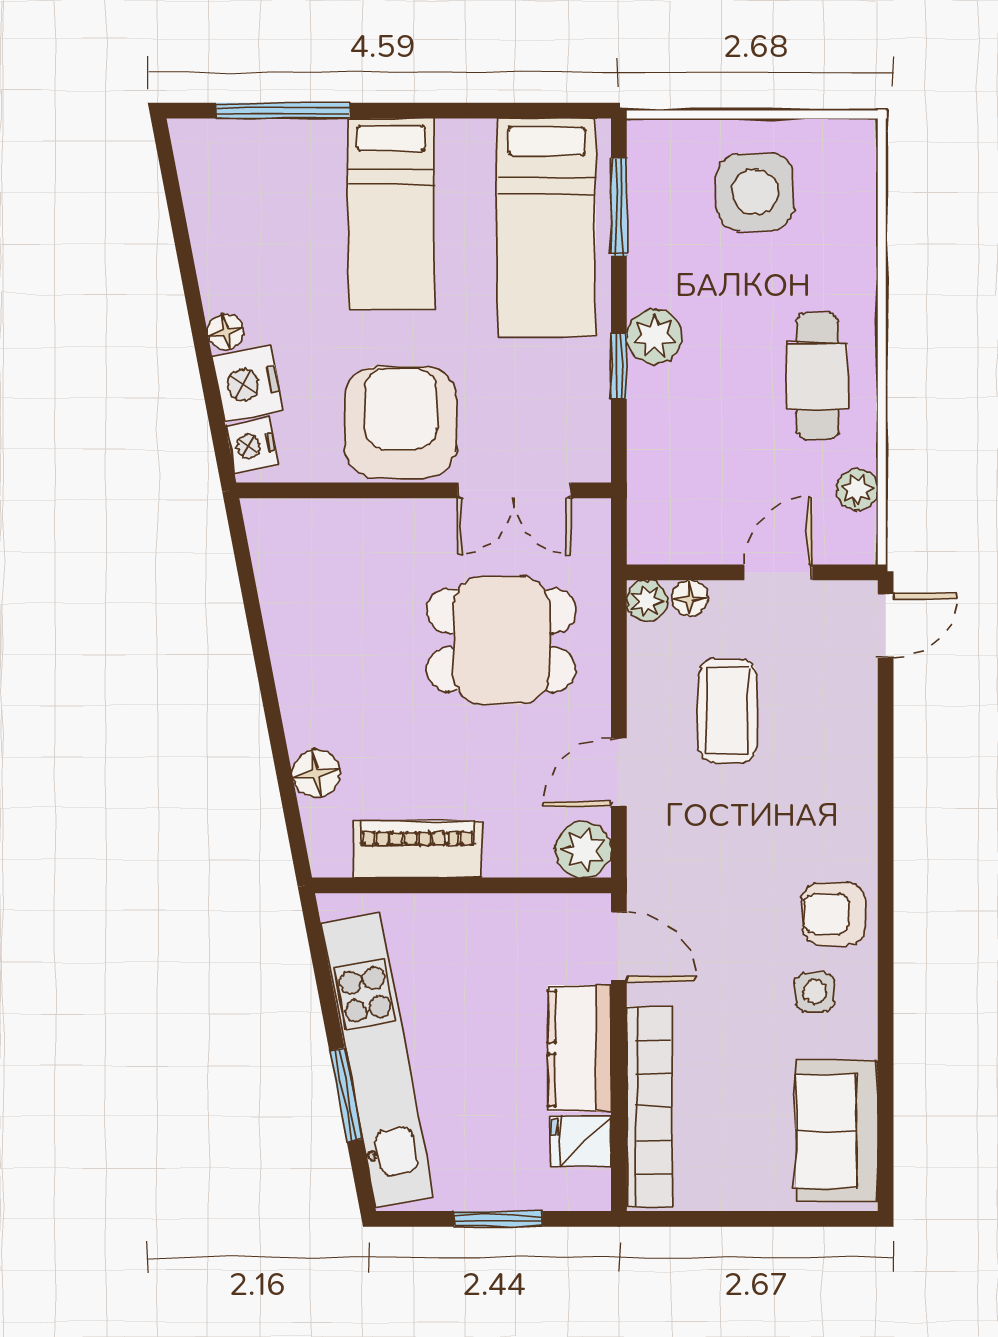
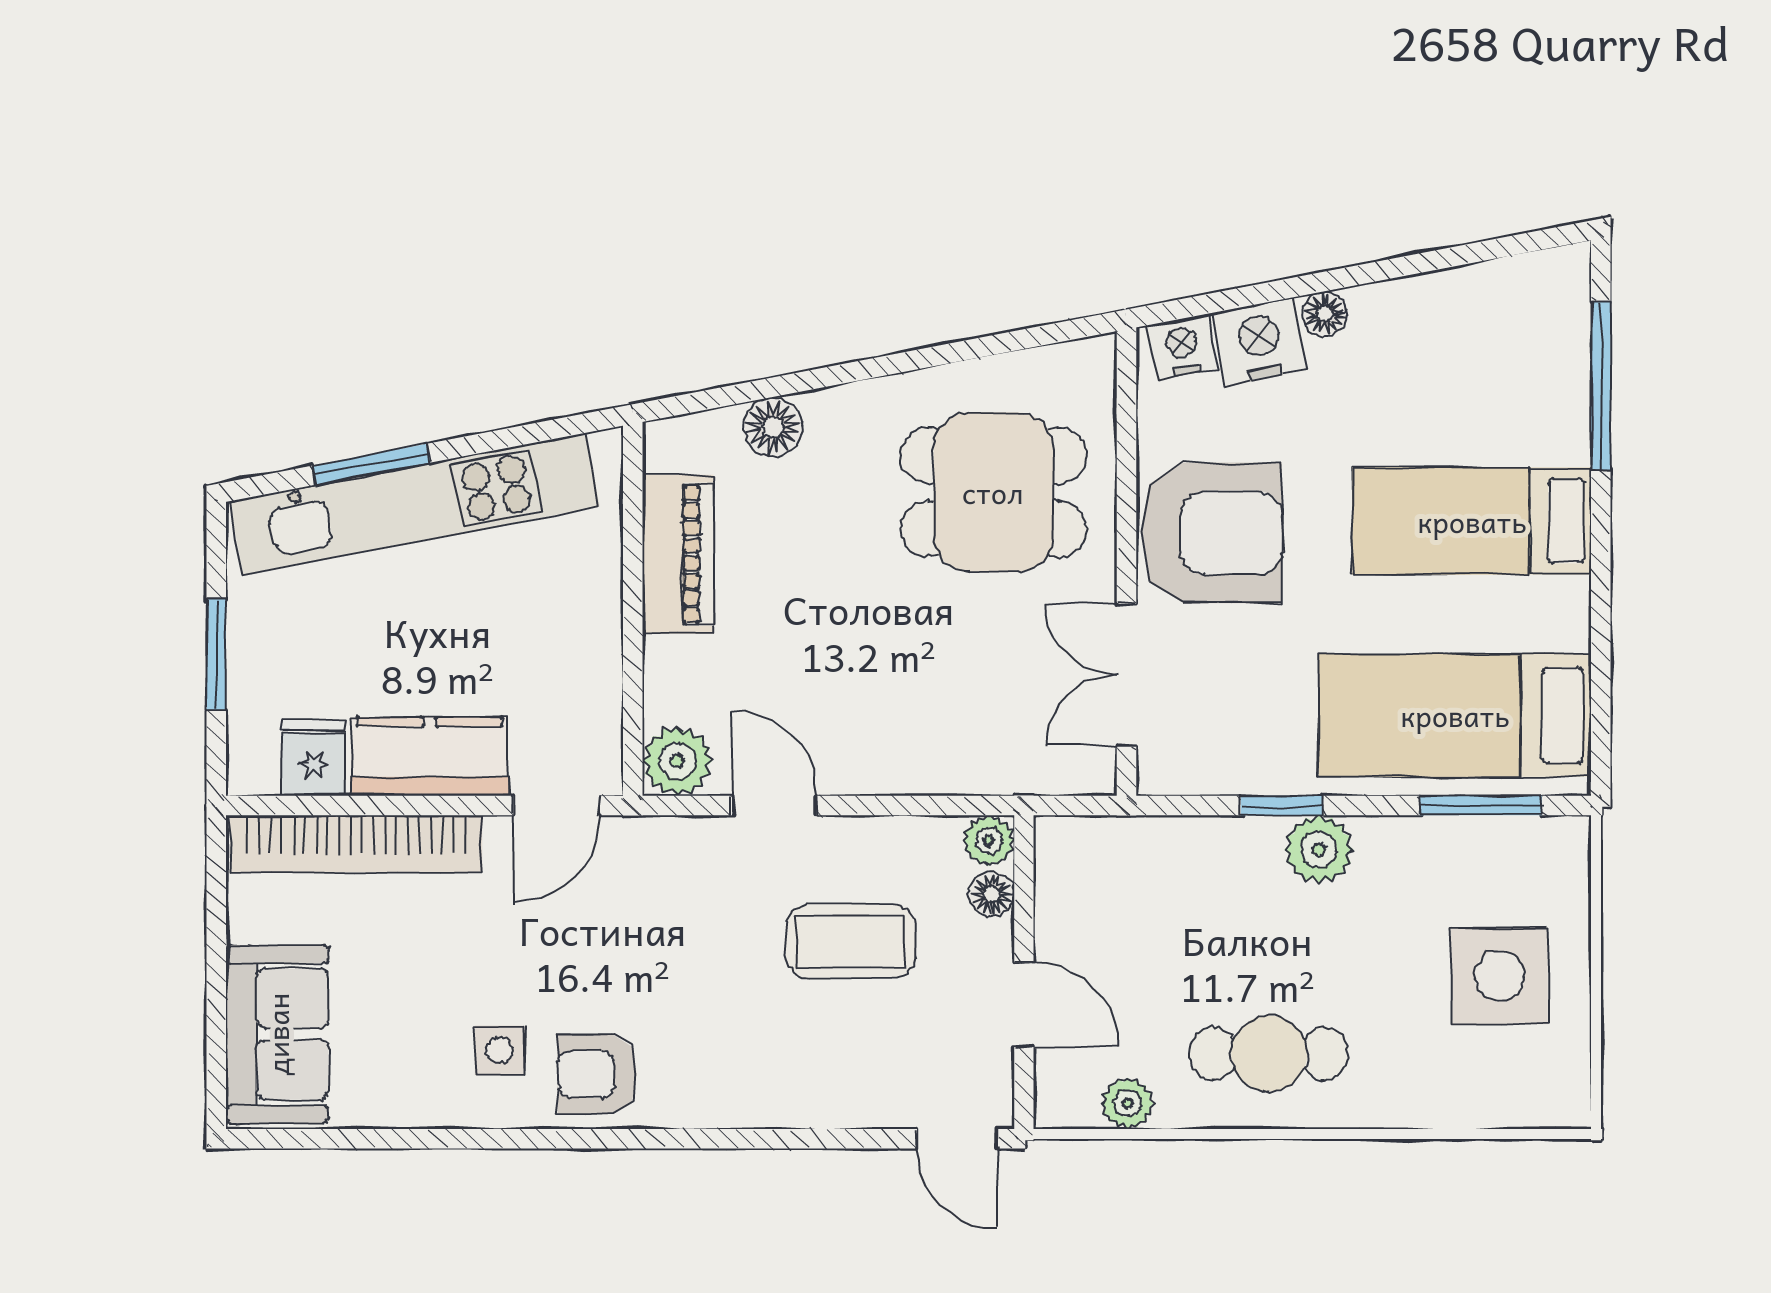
dining table: (501, 640) -> (993, 492), moved, turned 90
armchair: (834, 914) -> (597, 1074), turned -90
sofa: (837, 1131) -> (277, 1034), moved, turned 90

